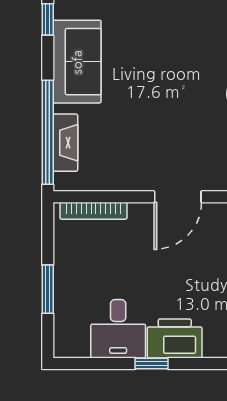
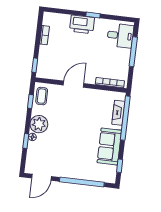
window: (48, 289) -> (133, 52), width x1.44
desk: (118, 329) -> (120, 36), moved, turned 90

